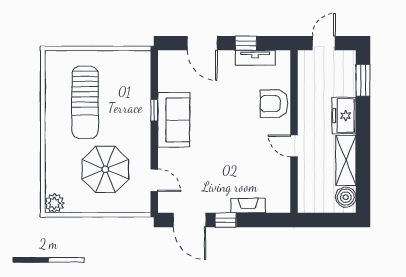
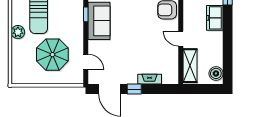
shelving: (346, 160) -> (190, 66), moved
plant: (54, 203) -> (18, 32), moved

